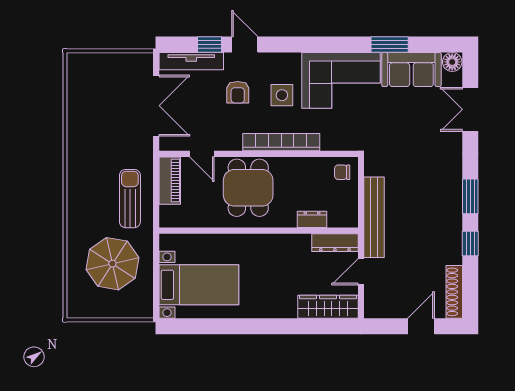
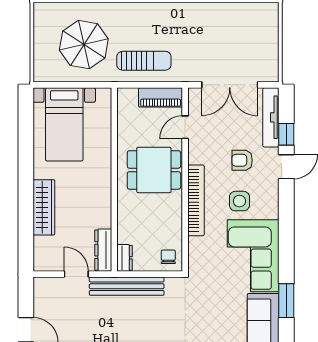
dresser: (312, 219) -> (125, 258), moved
wardrobe: (328, 307) -> (44, 207), moved

